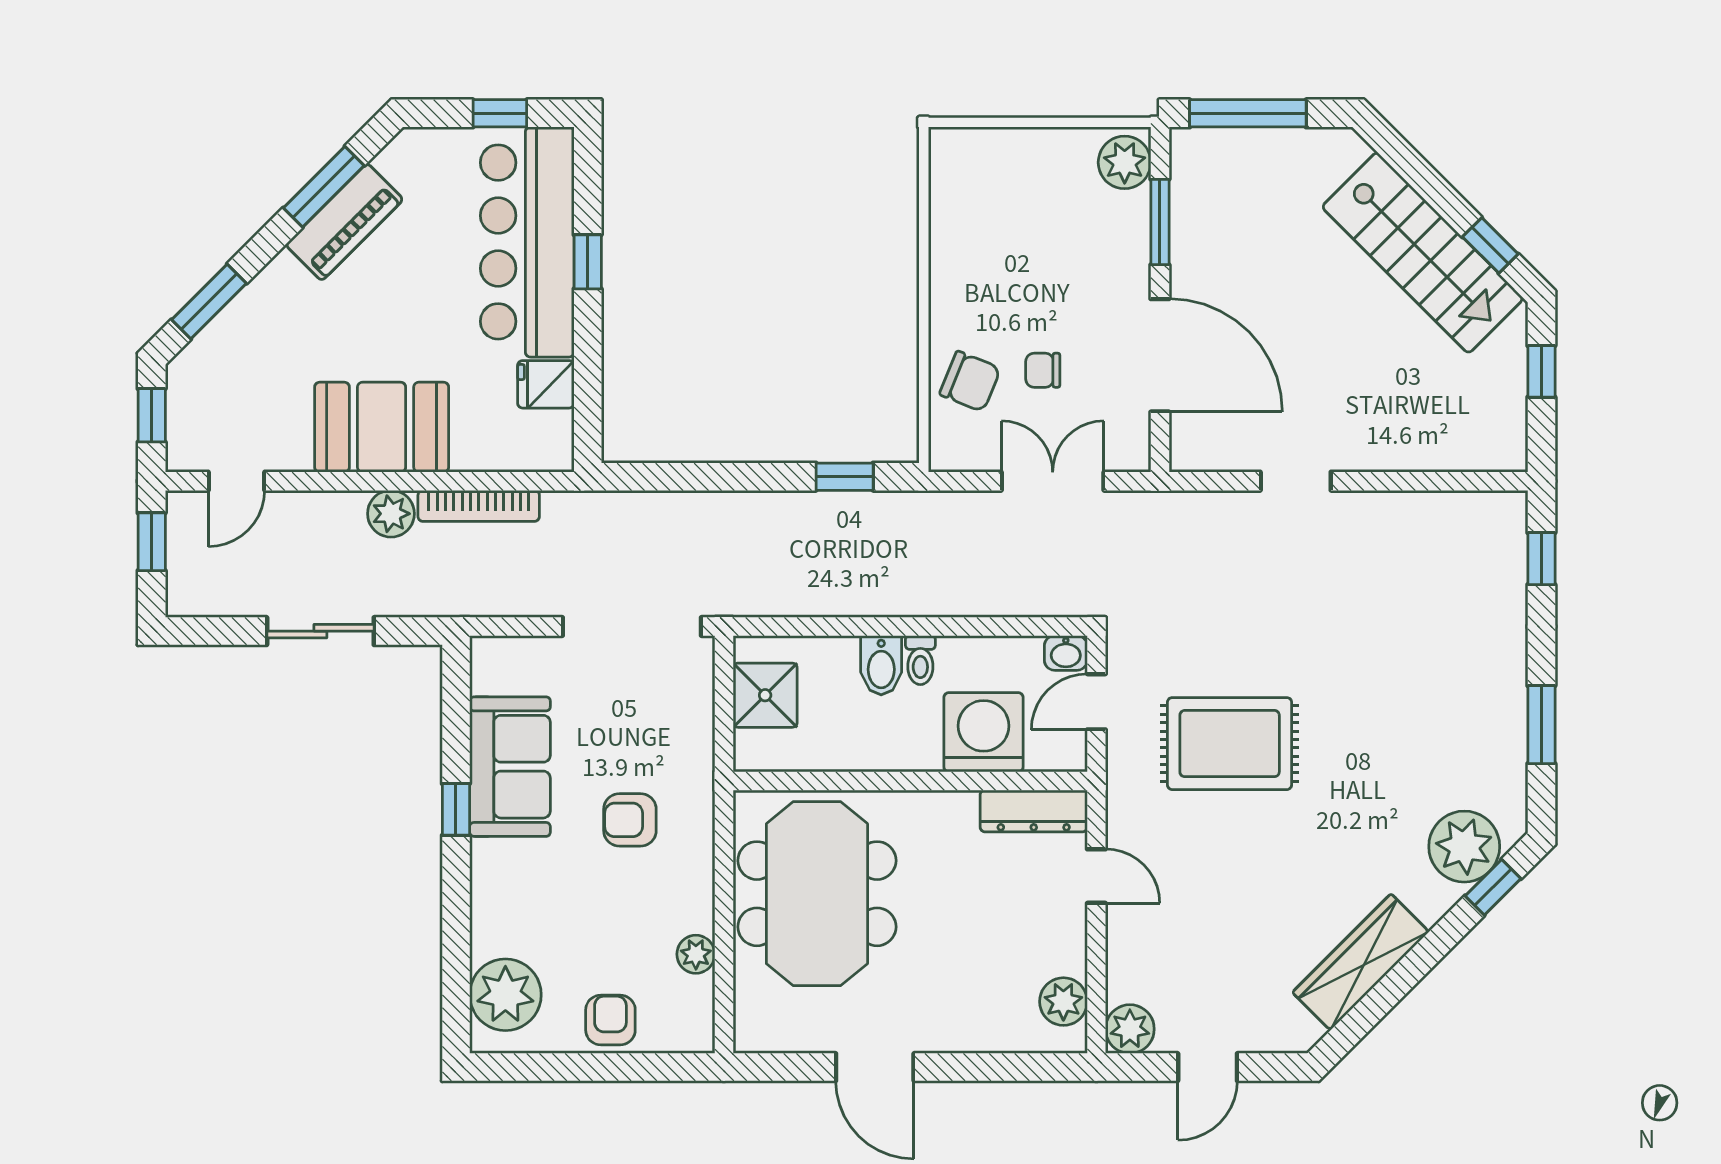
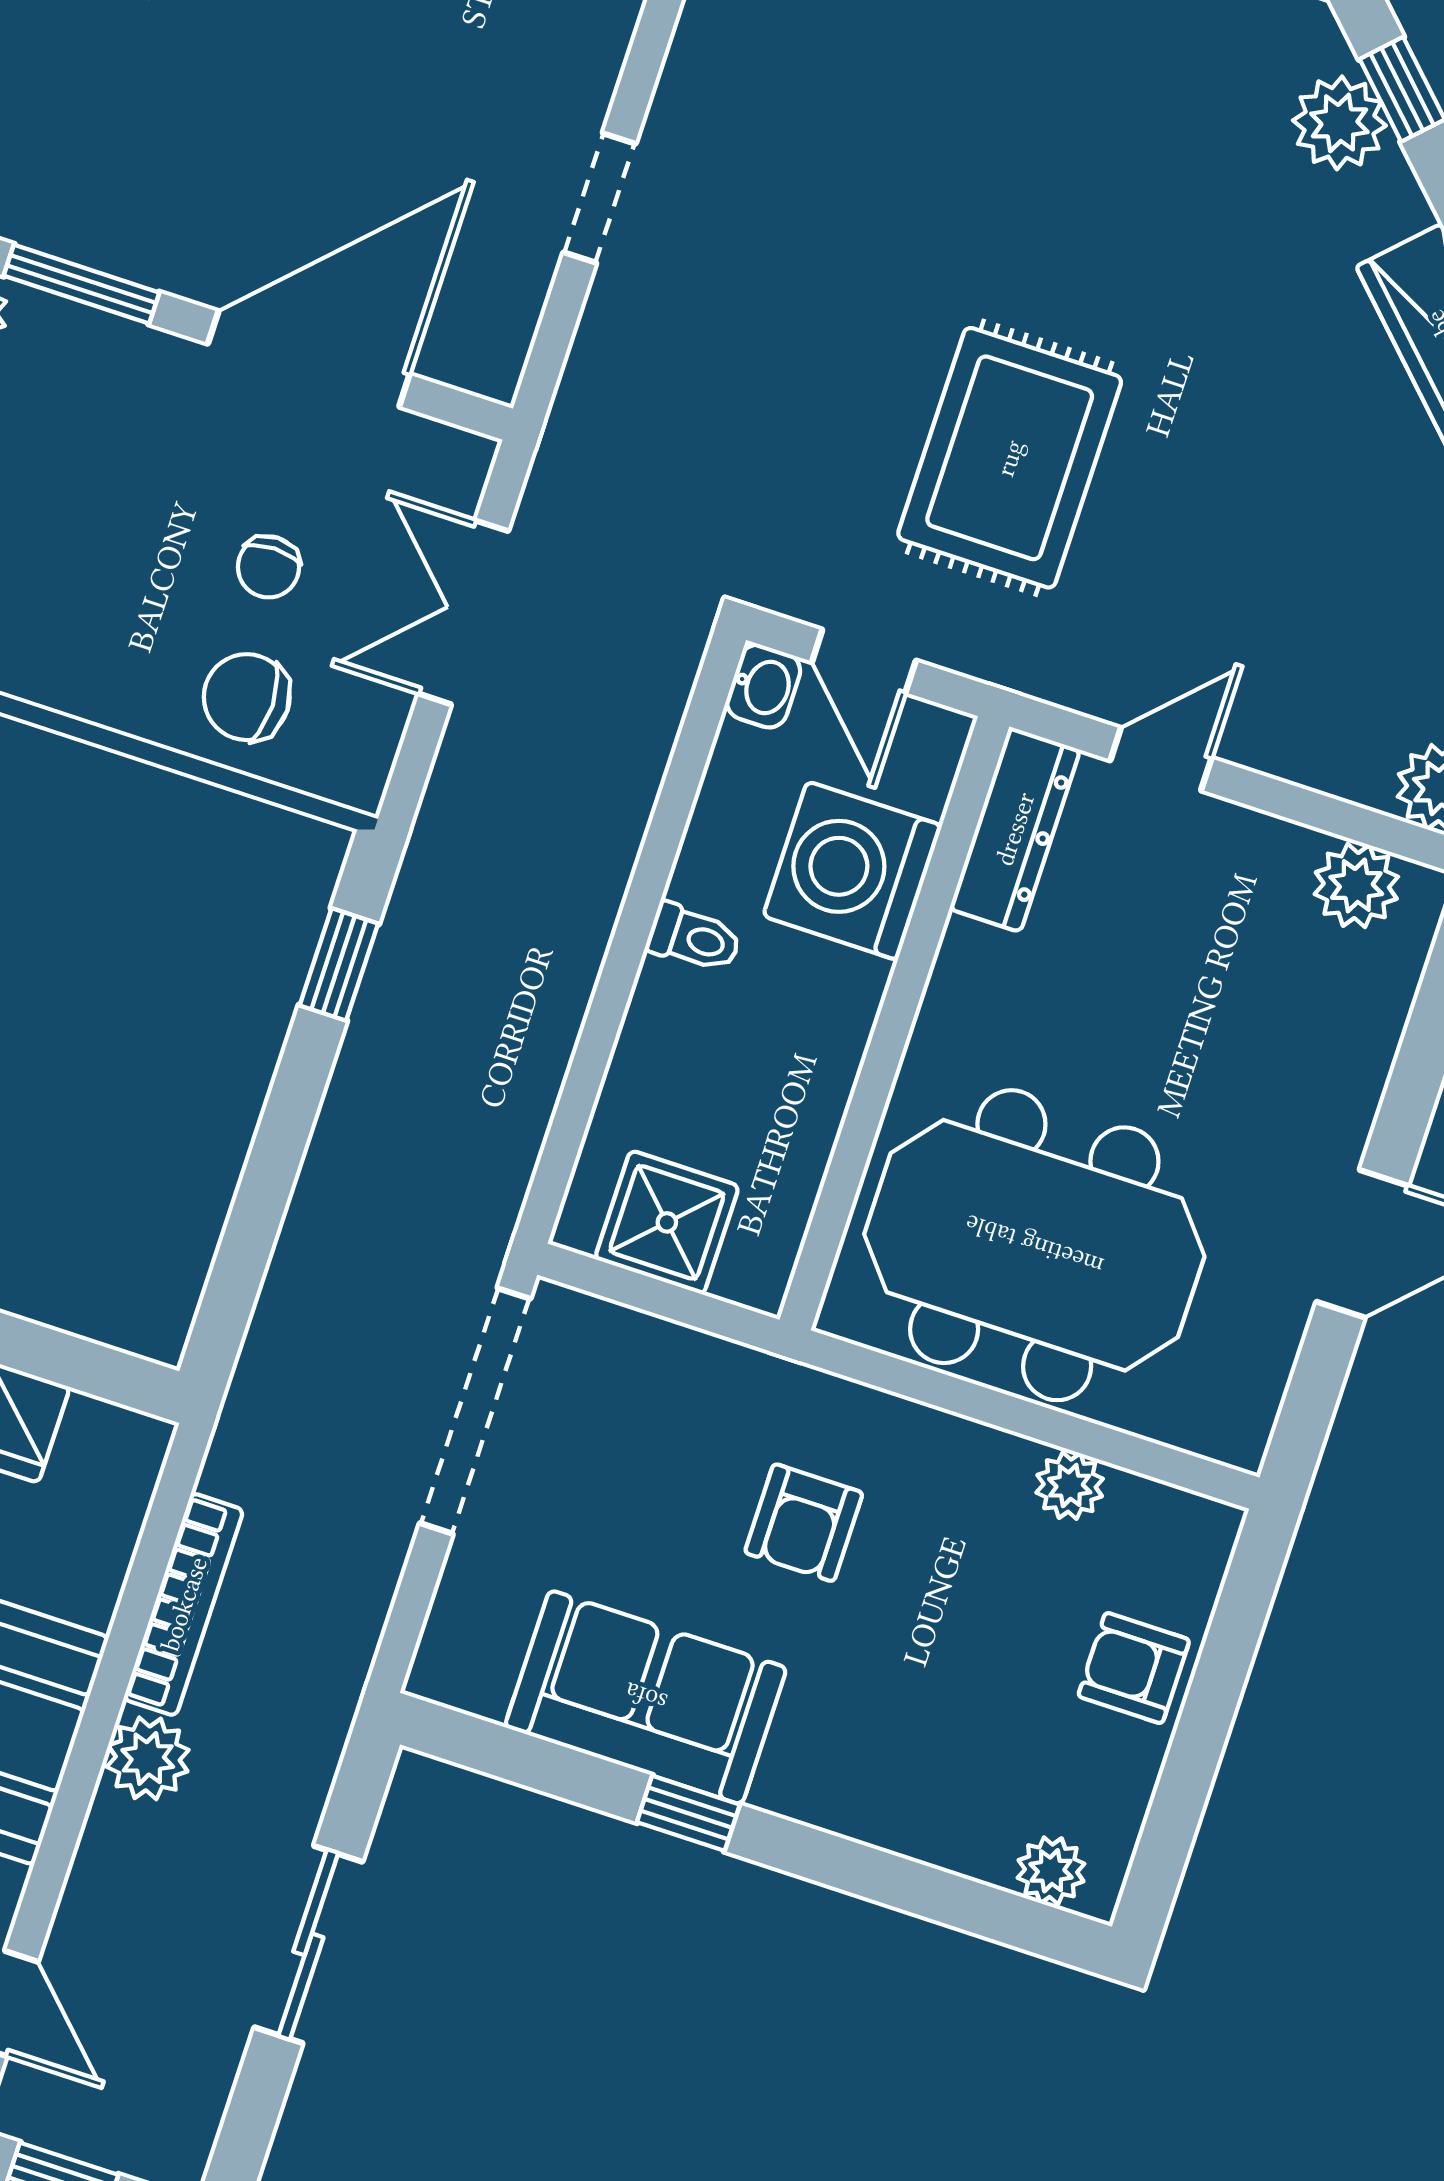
chair: (970, 381) -> (247, 697), turned -112
bidet: (881, 665) -> (681, 1008), removed
plant: (1464, 847) -> (1339, 123), width x0.73, depth x0.73
plant: (505, 995) -> (1051, 1871), width x0.53, depth x0.53

